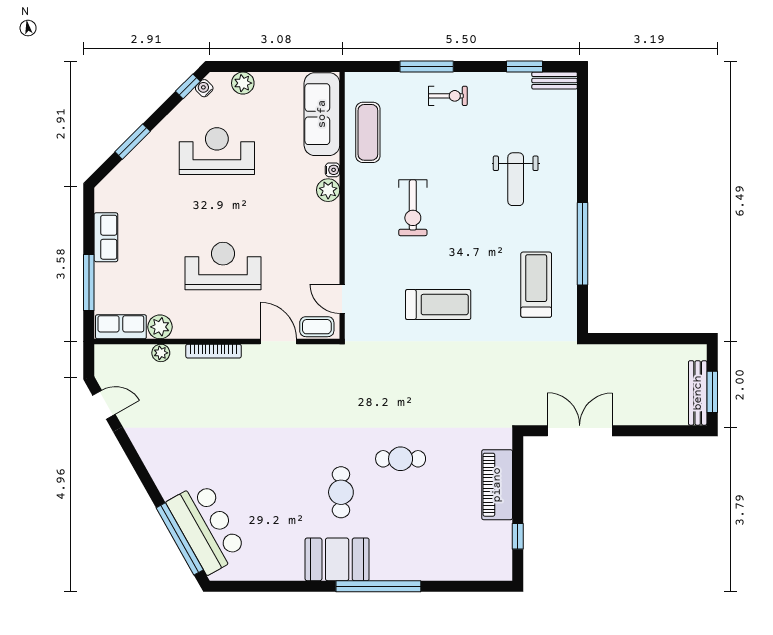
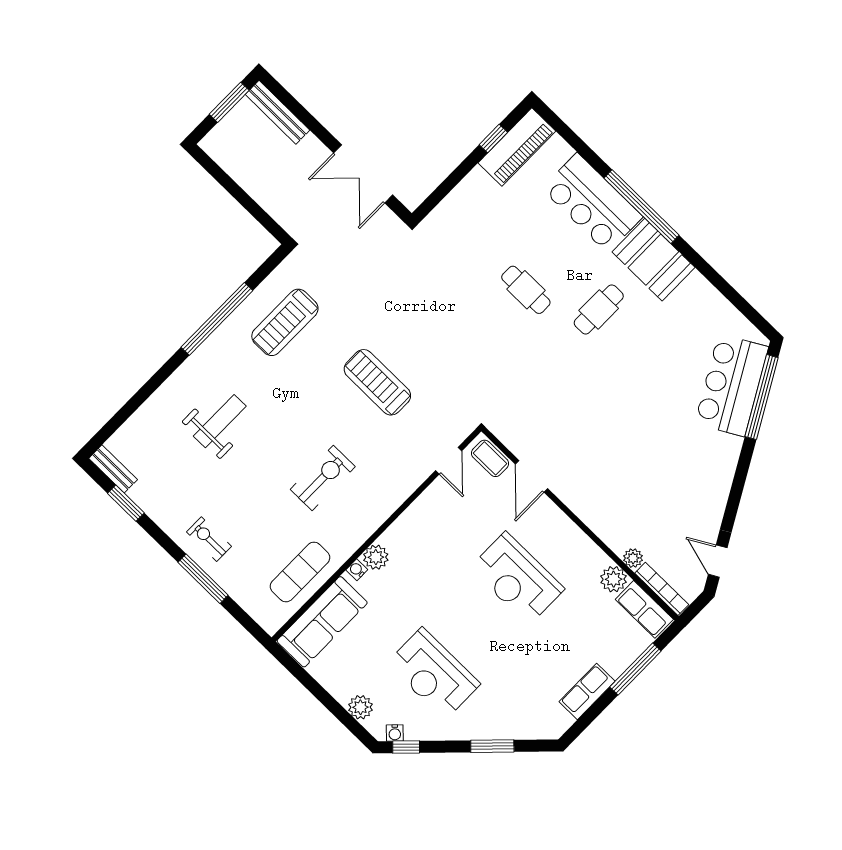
bookcase: (214, 351) -> (662, 589), moved
bench: (698, 393) -> (277, 112), moved, turned 90
piano: (497, 485) -> (517, 147), moved
bar counter: (413, 557) -> (592, 203), added

